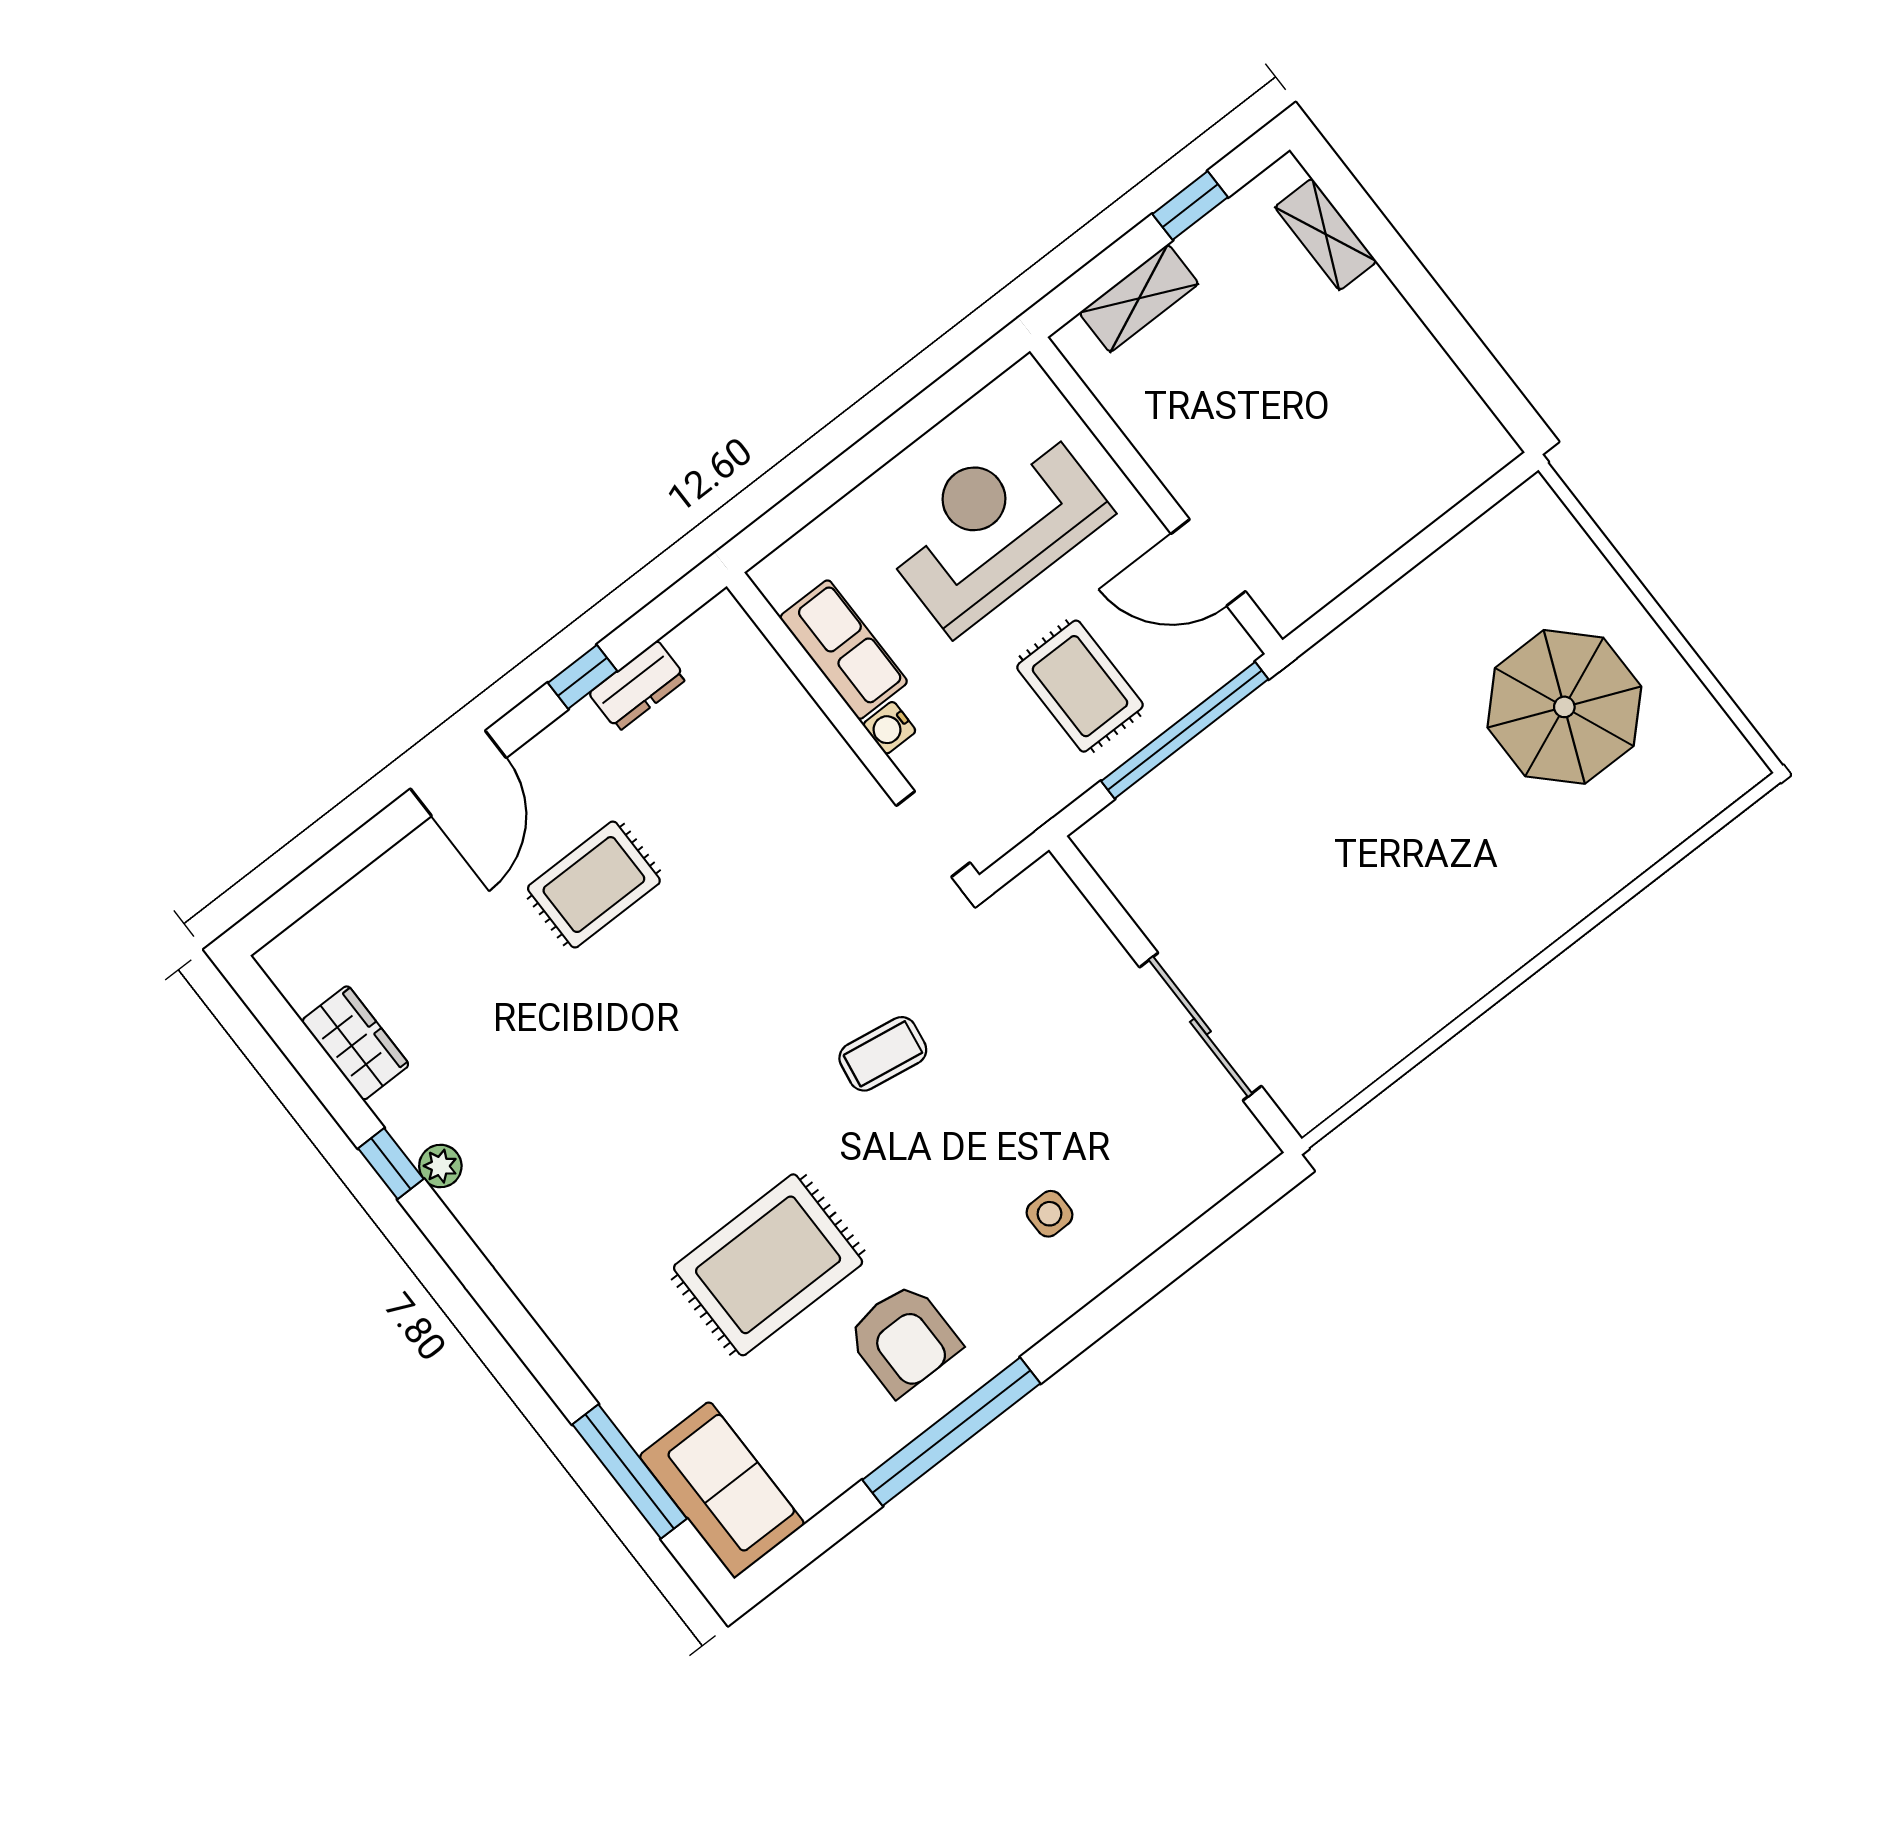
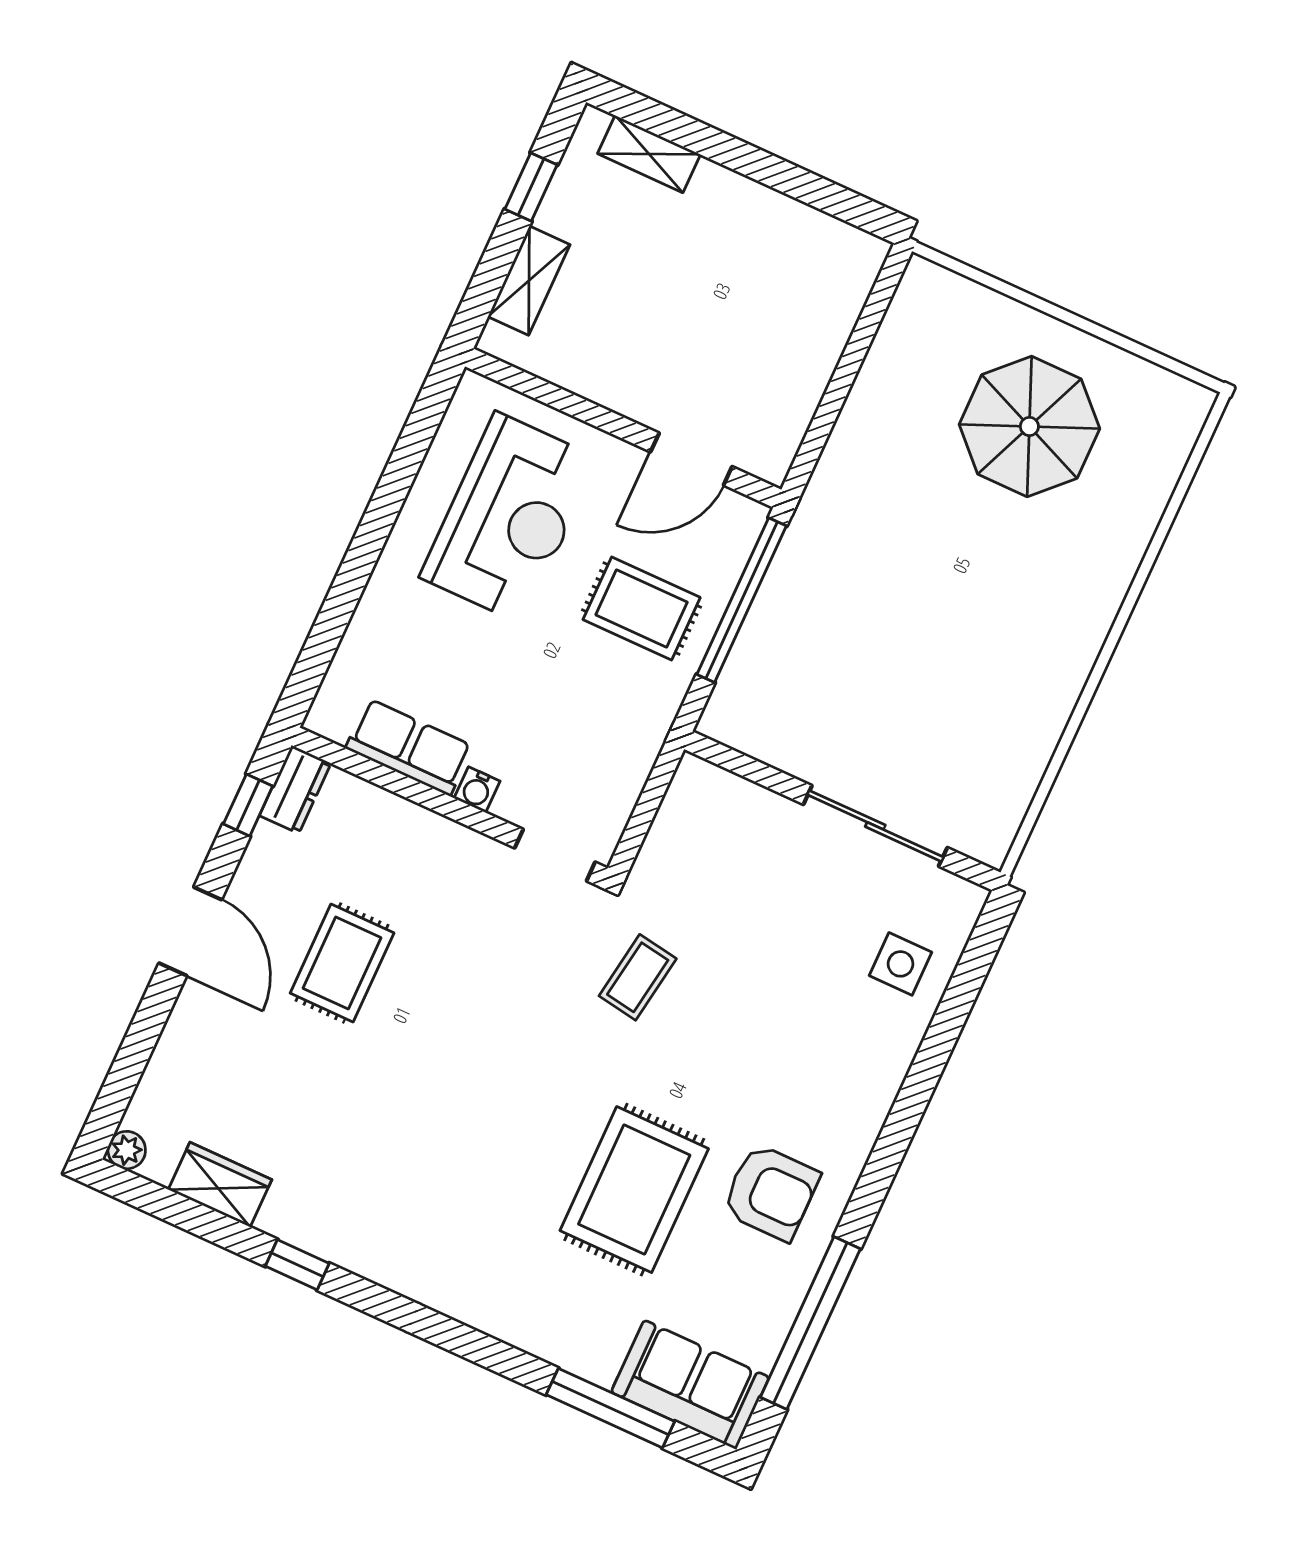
reception desk: (995, 526) -> (509, 518), turned 180
row of seats: (844, 650) -> (409, 747), moved
water cooler: (889, 728) -> (477, 790), moved
wall: (853, 731) -> (450, 807), moved
doorway: (933, 834) -> (555, 855), moved
plant: (440, 1166) -> (127, 1150), moved
side table: (1049, 1214) -> (901, 964), moved, width x1.37, depth x1.37
window: (951, 1432) -> (810, 1323), moved

